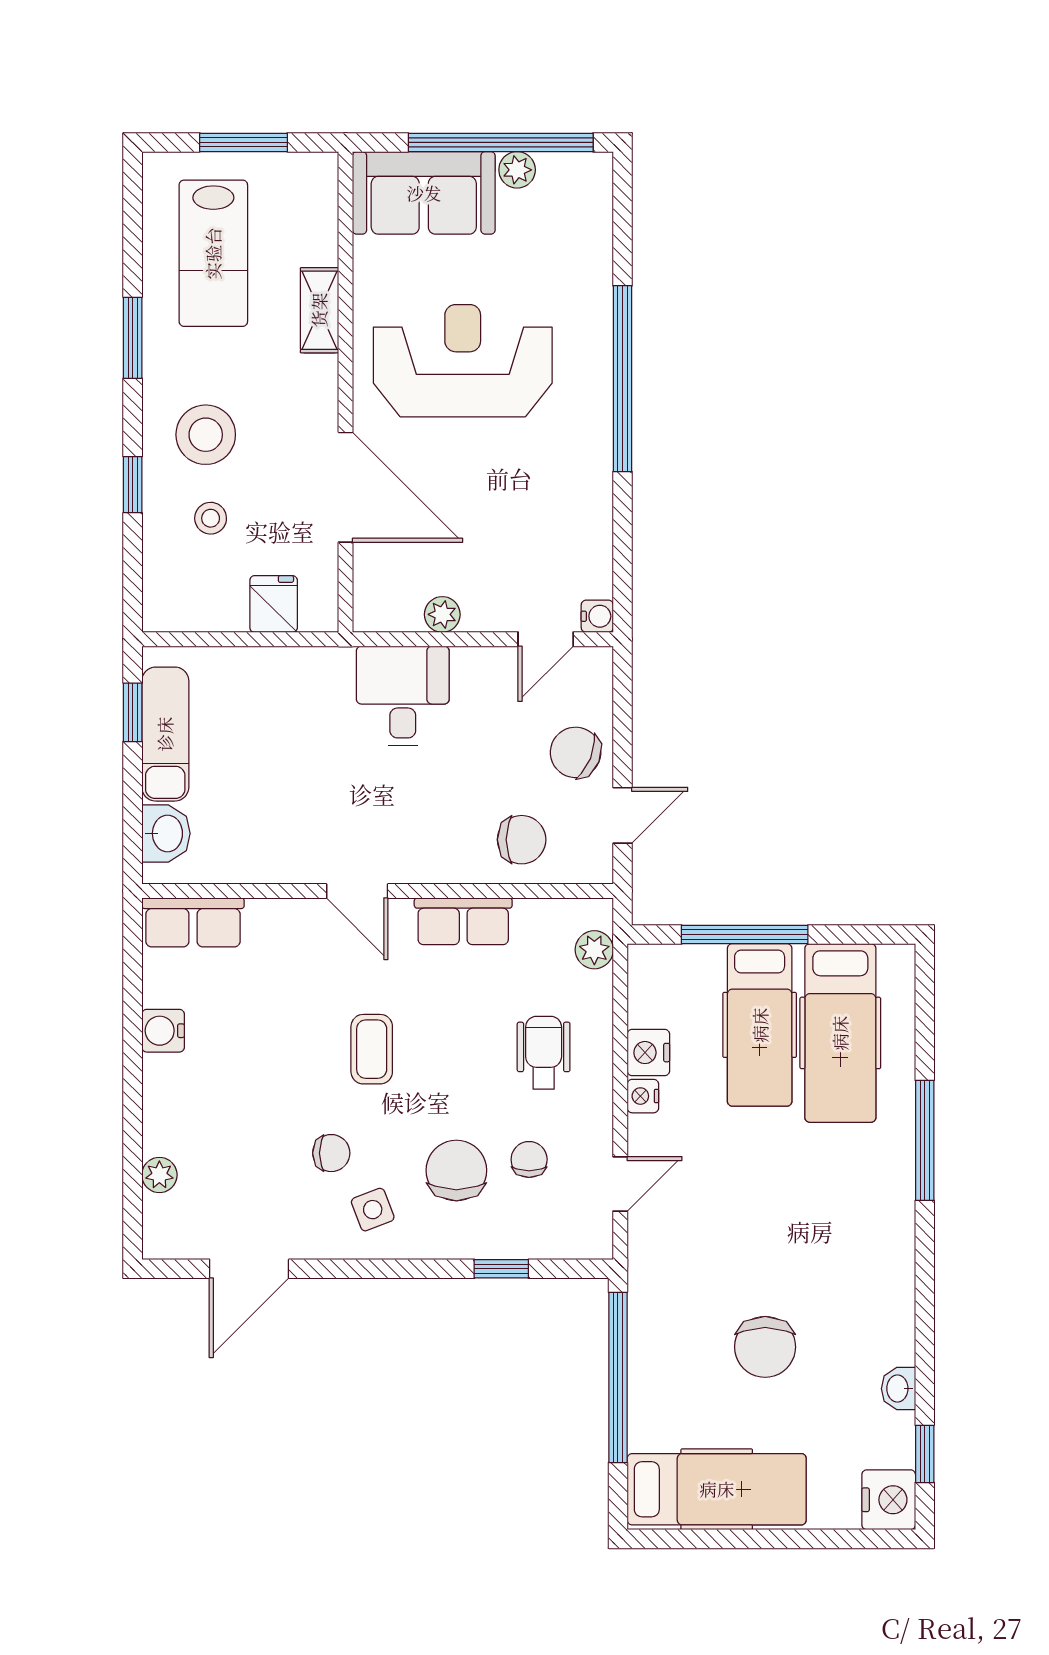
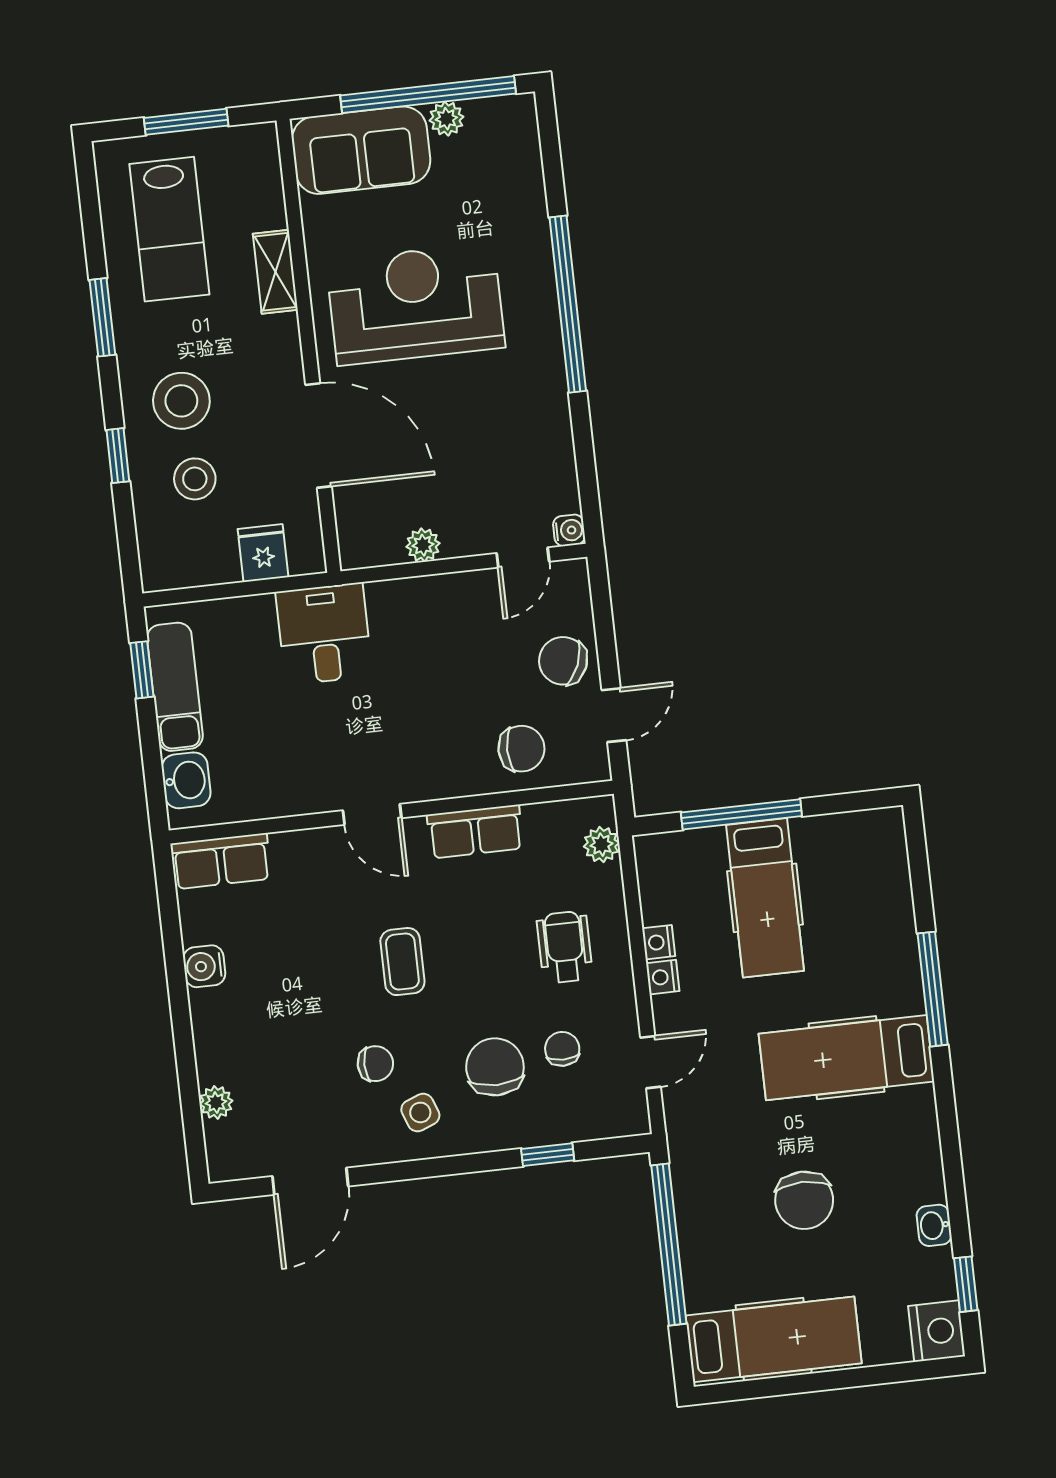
stool: (211, 518) -> (195, 479), width x1.37, depth x1.37
desk: (403, 696) -> (324, 634), moved
hospital bed: (840, 1033) -> (846, 1058), moved, turned 90
nightstand: (648, 1053) -> (659, 942), width x0.72, depth x0.74

